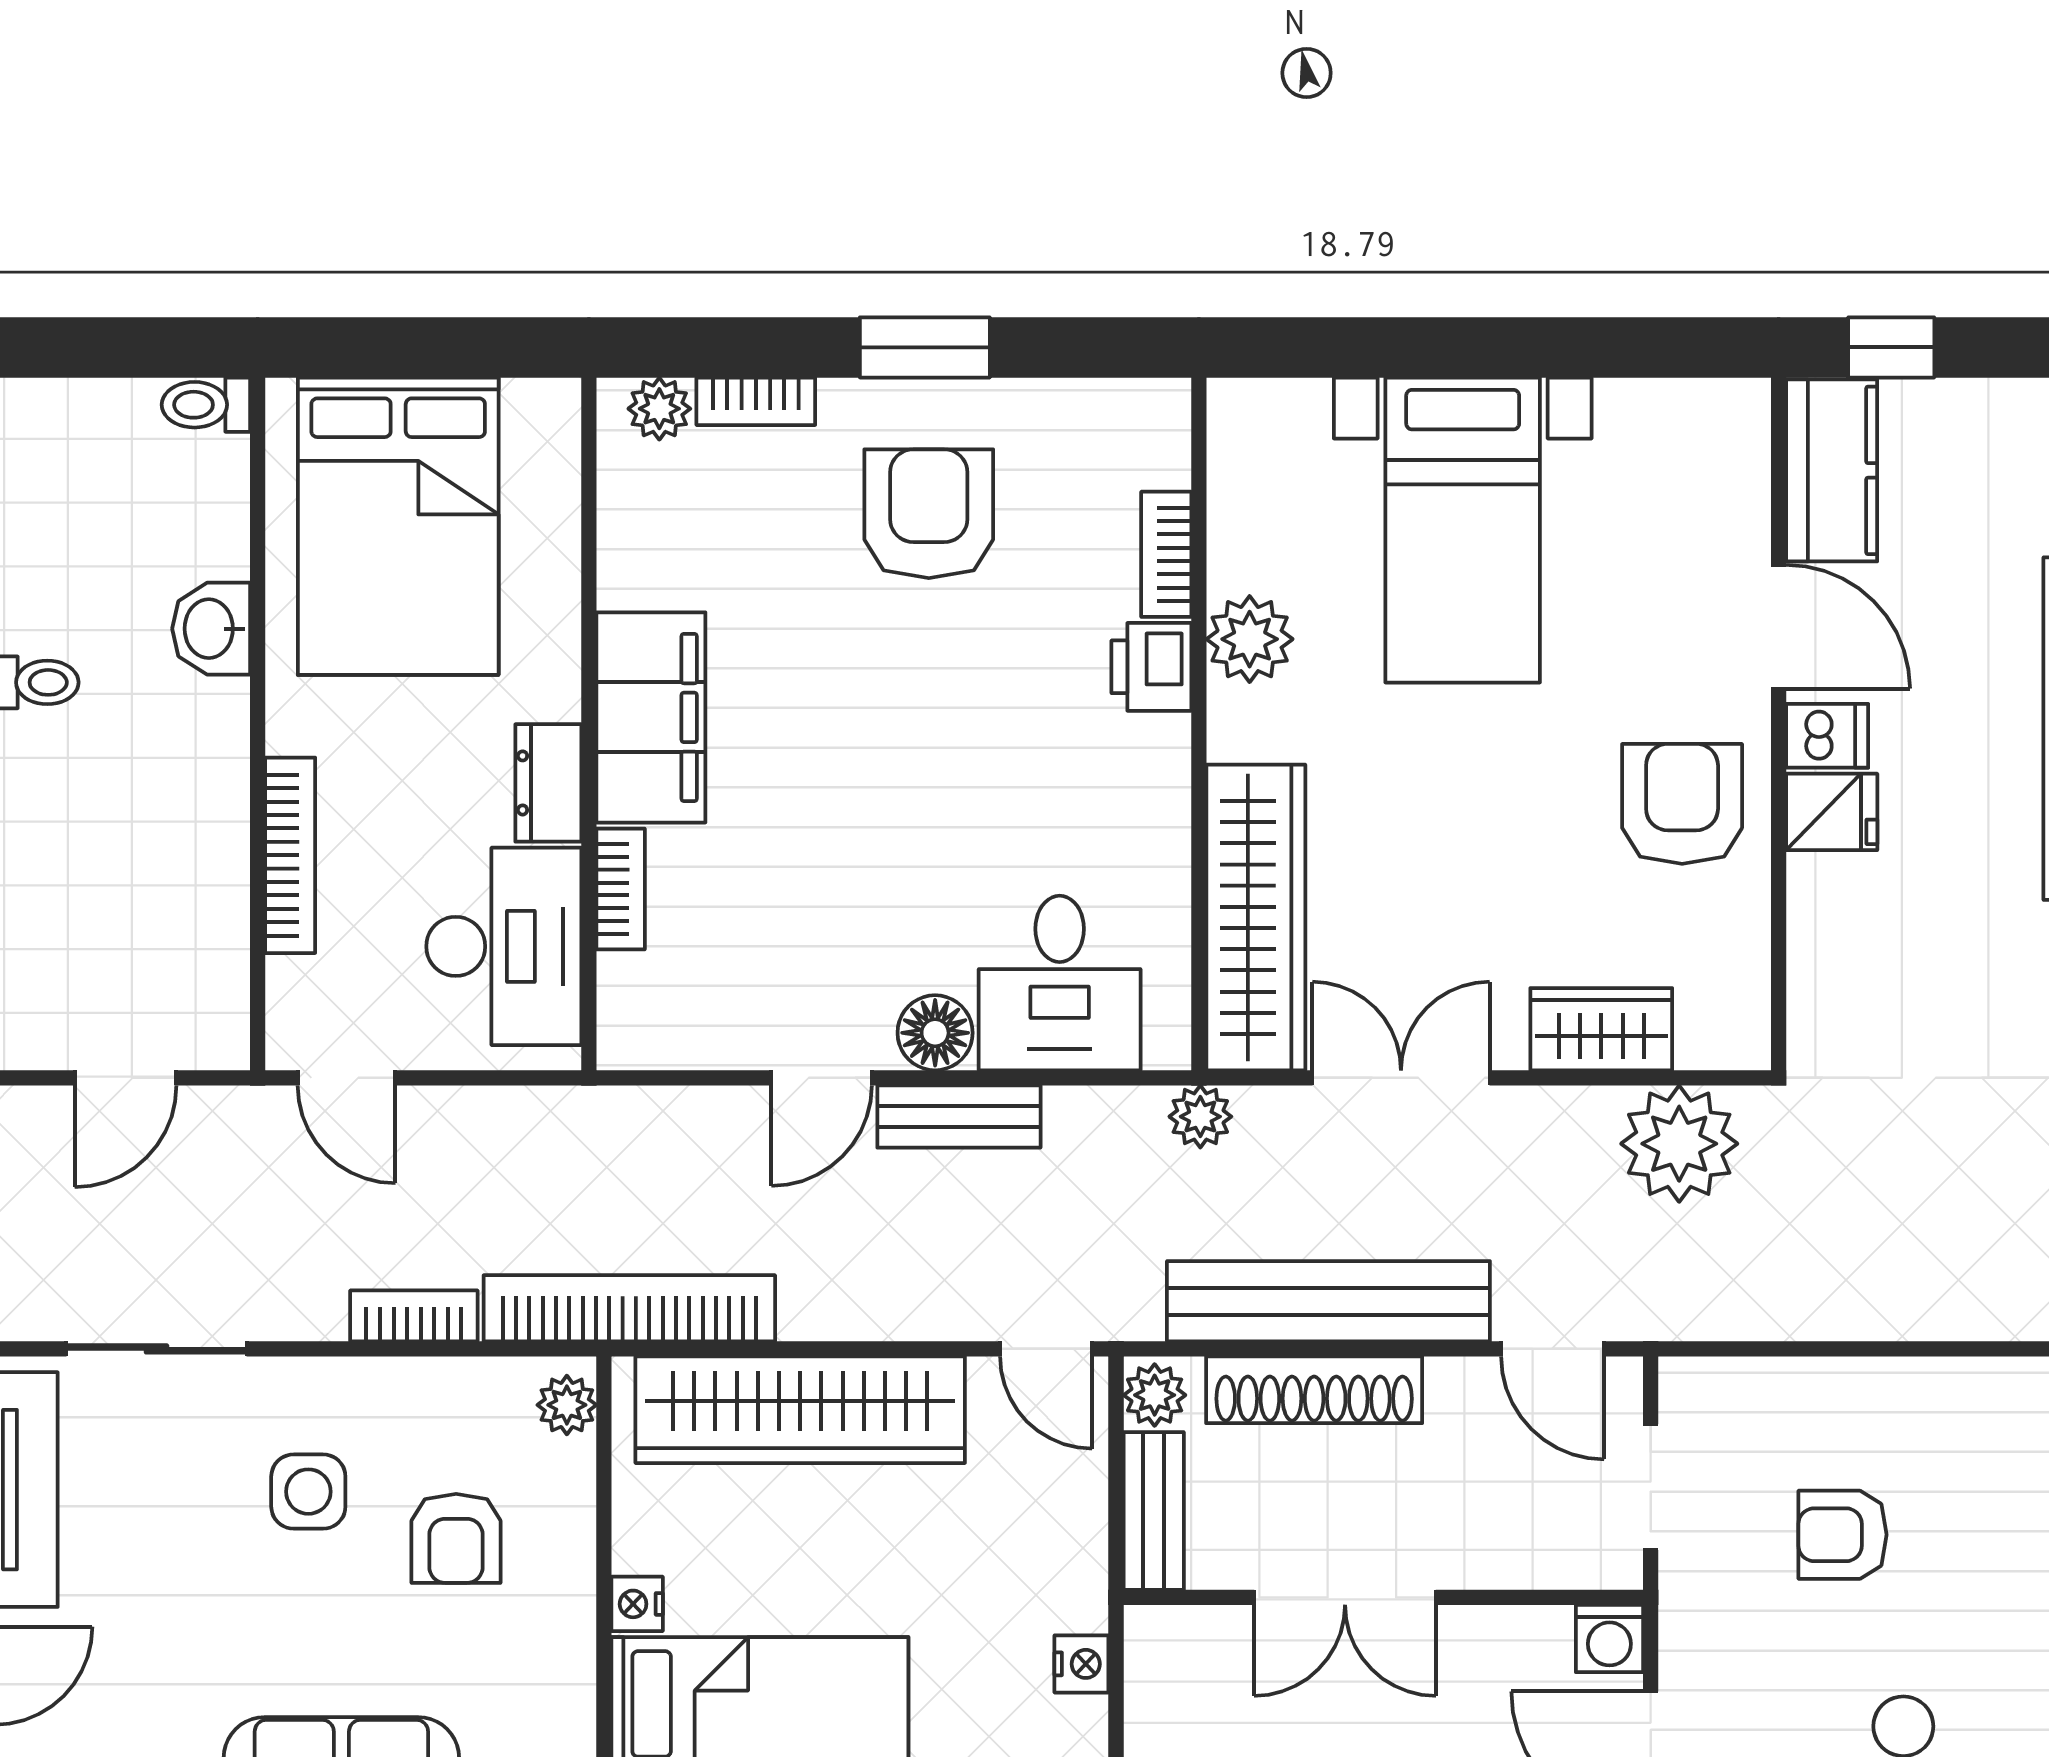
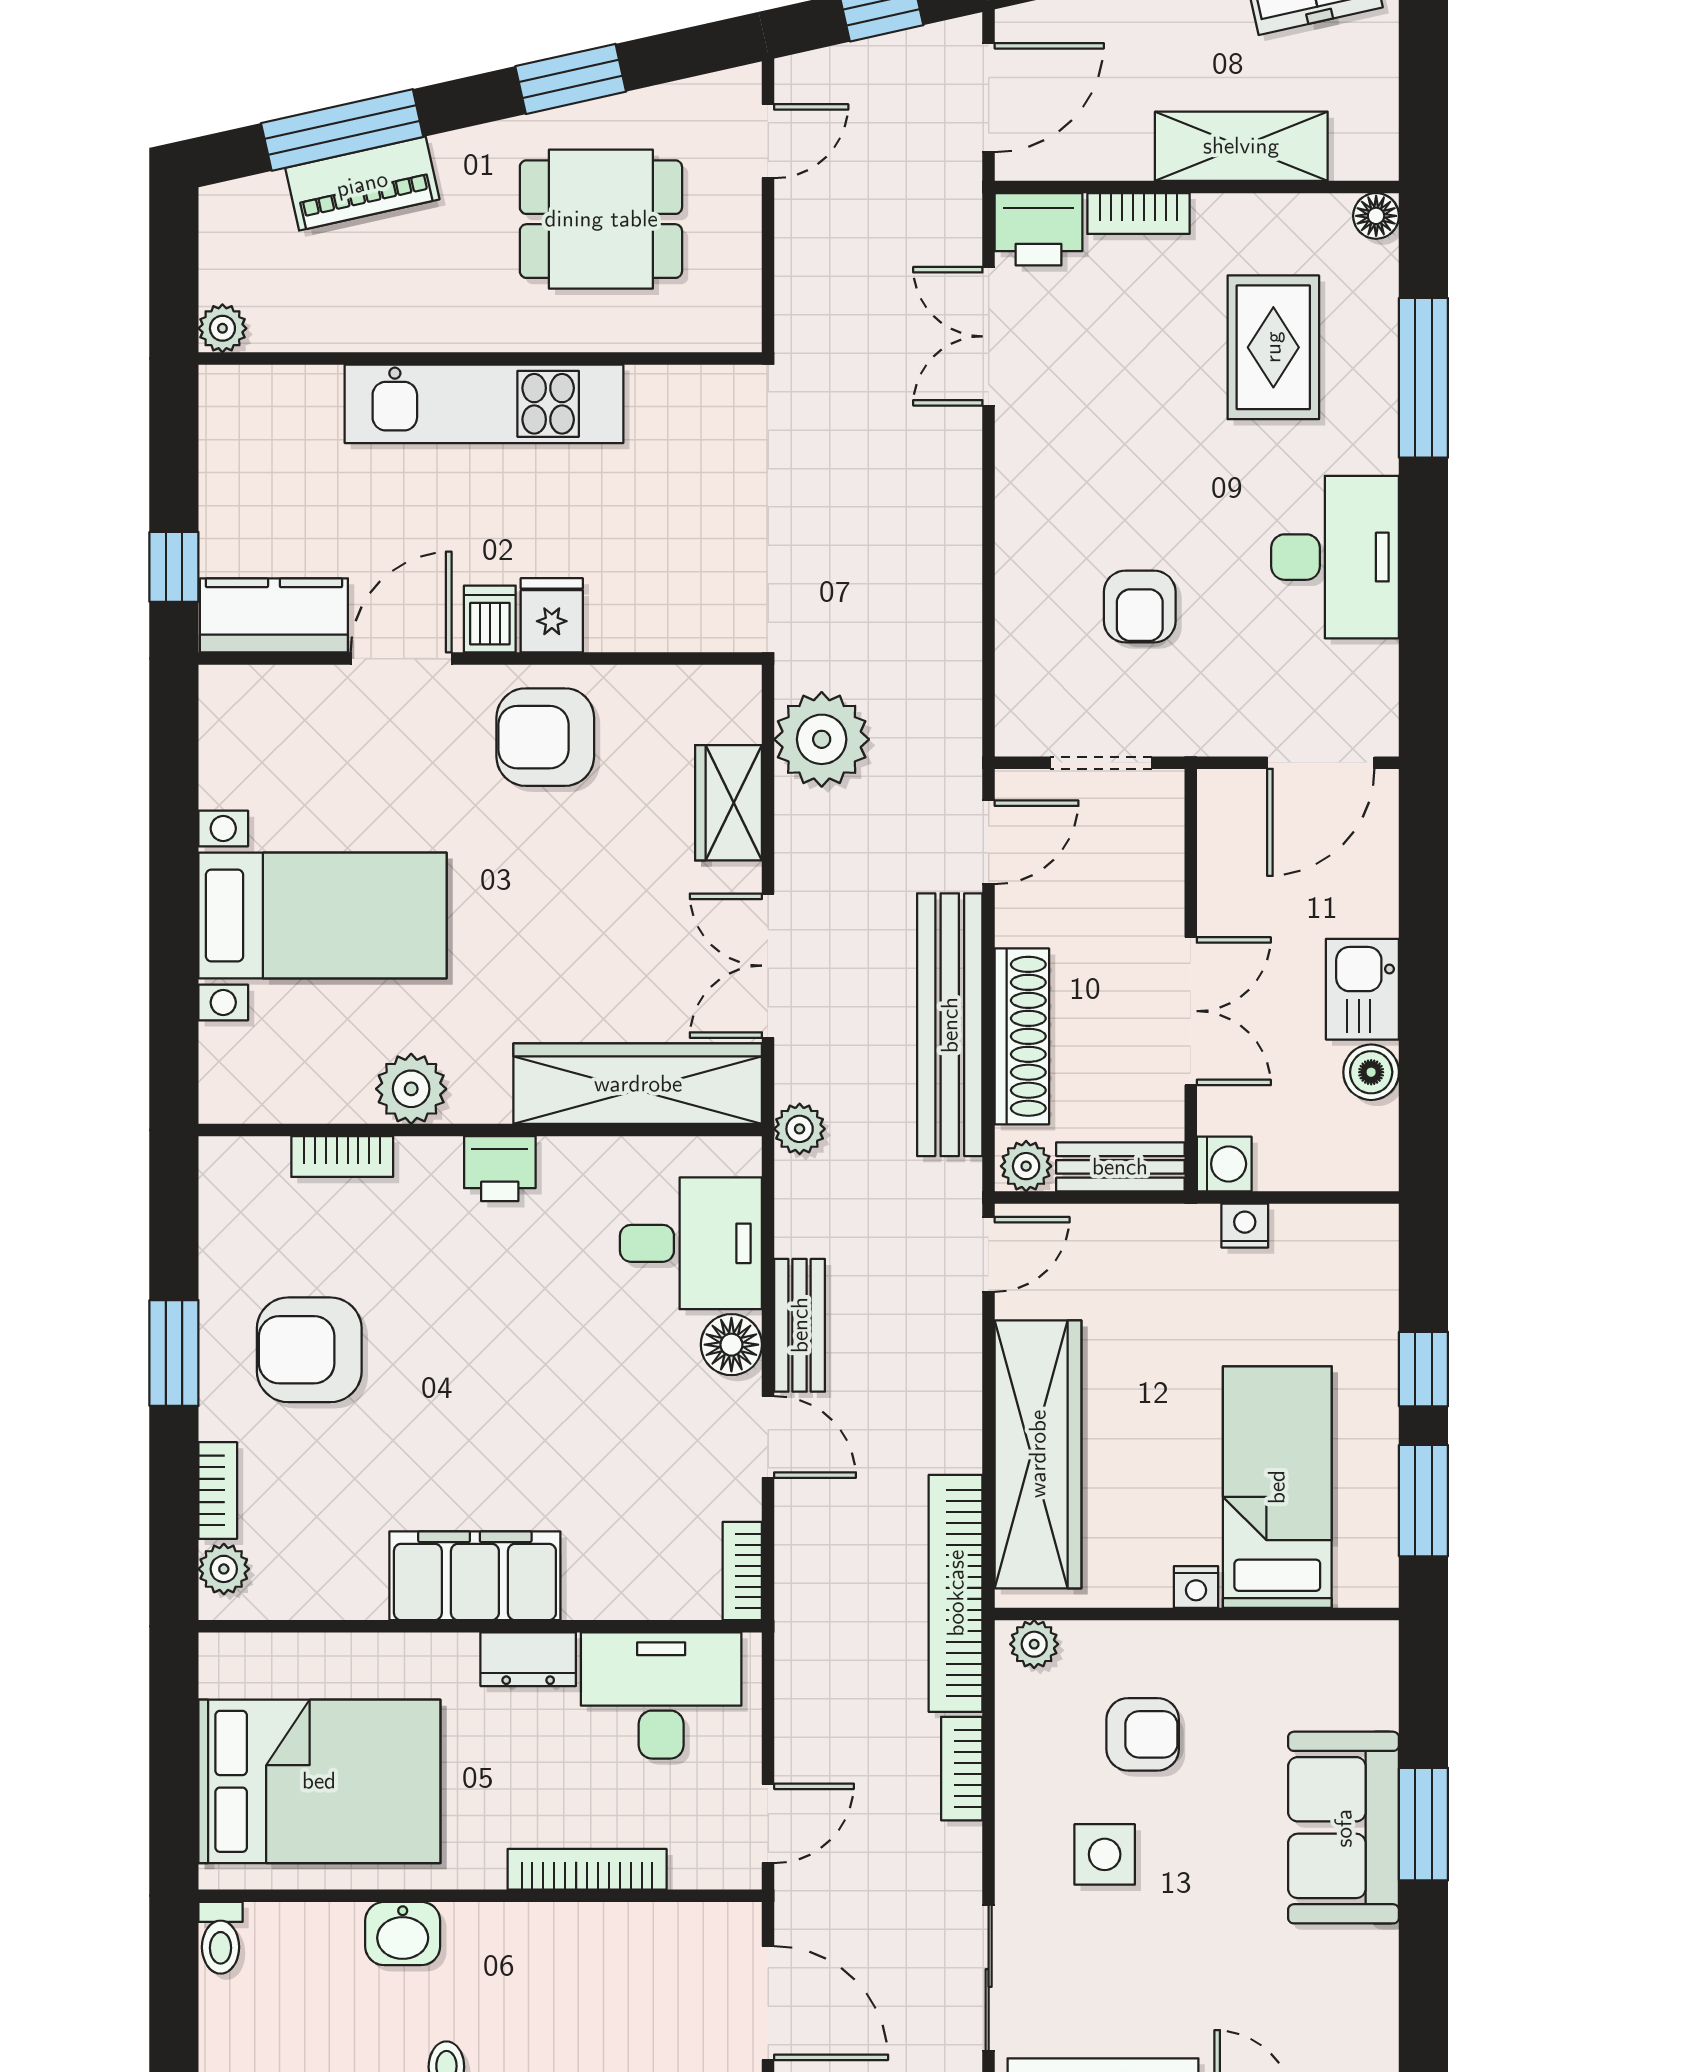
printer: (1151, 667) -> (500, 1169), moved
bookcase: (621, 889) -> (742, 1571), moved, turned -90
door: (126, 1078) -> (768, 2003), width x1.38
washing machine: (1609, 1639) -> (1224, 1164), moved

